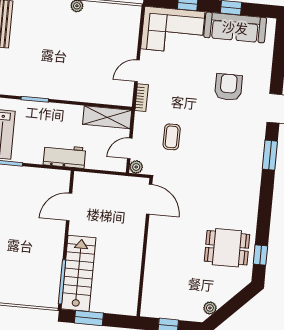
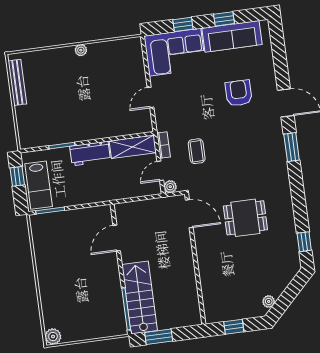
bookcase: (142, 98) -> (164, 145), moved
workbench: (65, 156) -> (90, 154), moved, turned 180
dining table: (227, 248) -> (245, 218), moved

